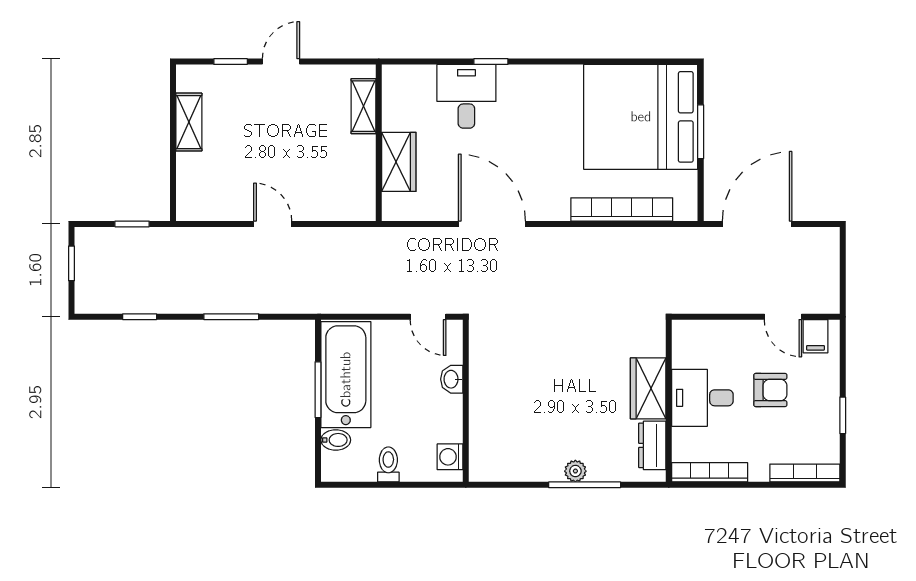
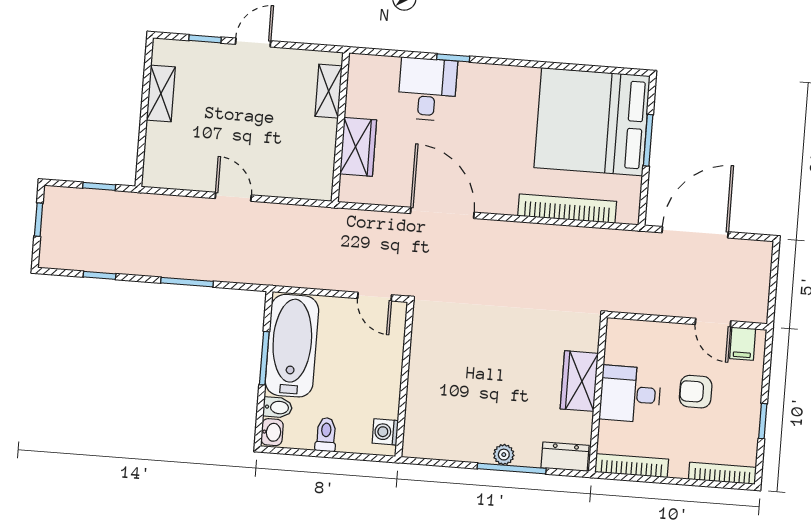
washbasin: (452, 379) -> (272, 432), moved, turned 180
armchair: (770, 390) -> (696, 392), turned 180
dresser: (652, 445) -> (565, 457), moved, turned 90

